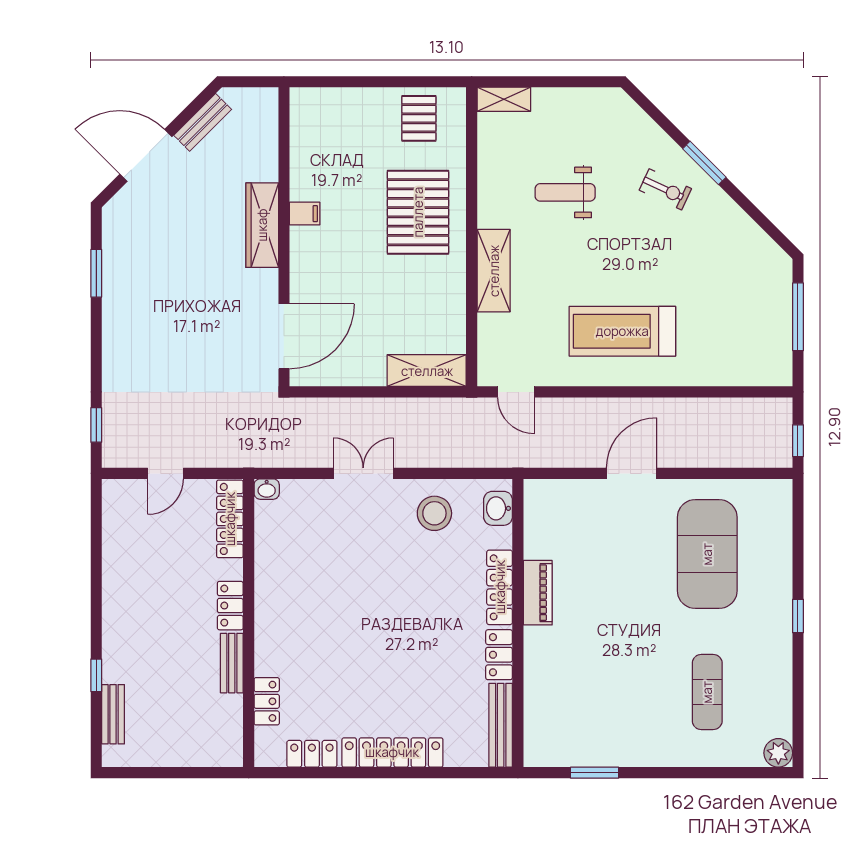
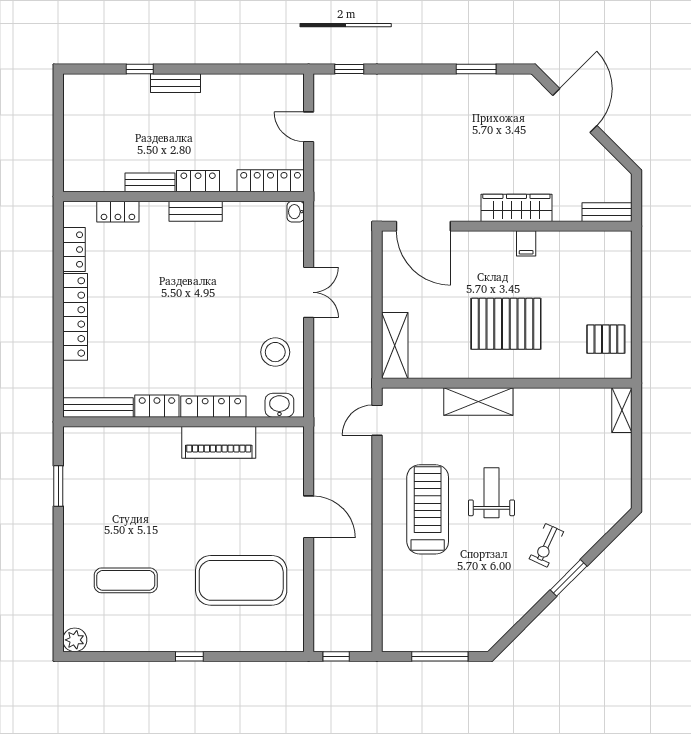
bench: (203, 122) -> (607, 212), moved, turned -45
weight bench: (565, 192) -> (491, 493), moved
pallet: (418, 212) -> (506, 324), moved
piano: (538, 593) -> (219, 442), width x1.37, depth x1.33
bench: (266, 609) -> (196, 211), added
bench: (113, 714) -> (175, 83), moved

